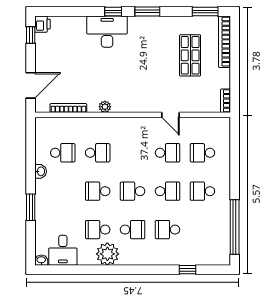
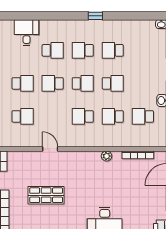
shop shelf: (190, 55) -> (46, 195), moved, turned 90
school desk: (167, 153) -> (83, 116), moved
school desk: (98, 230) -> (113, 50), turned 180
desk: (63, 250) -> (27, 33), moved
plant: (107, 254) -> (104, 29), removed
window: (188, 270) -> (95, 16), moved

